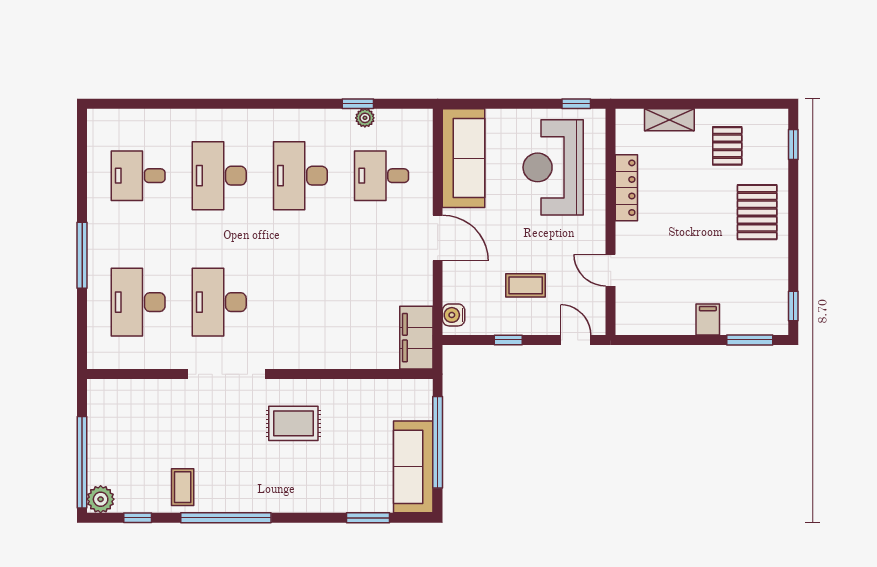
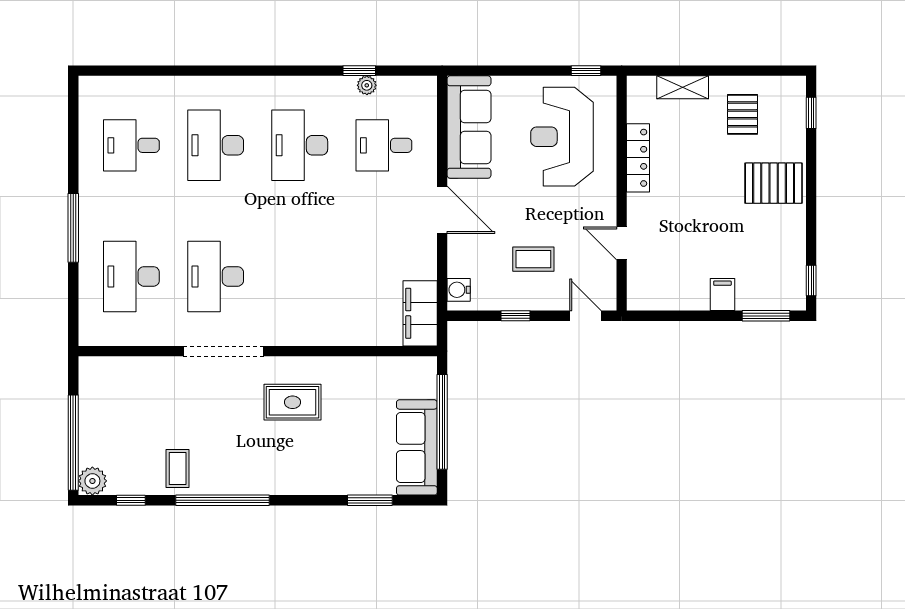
pallet: (757, 212) -> (774, 183), turned 90

